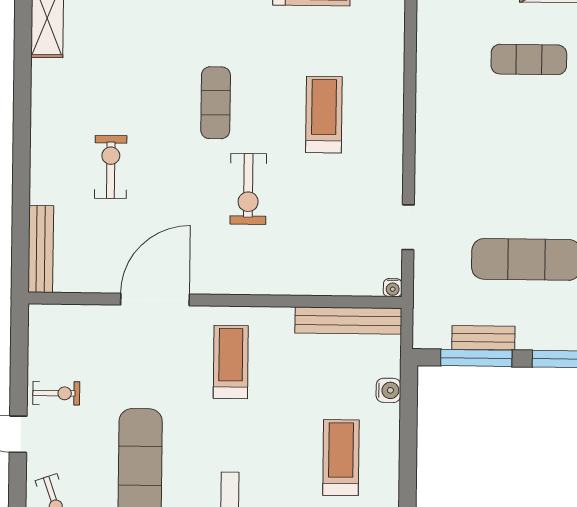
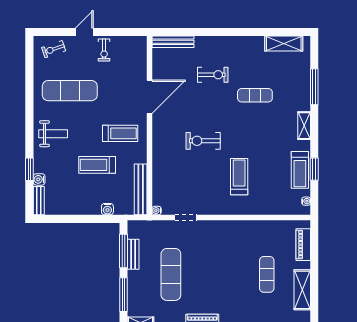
exercise mat: (216, 103) -> (255, 95), moved
treadmill: (324, 115) -> (239, 177), turned -90
door: (155, 299) -> (150, 97), hinge flipped
treadmill: (341, 458) -> (97, 165), moved, turned 180

